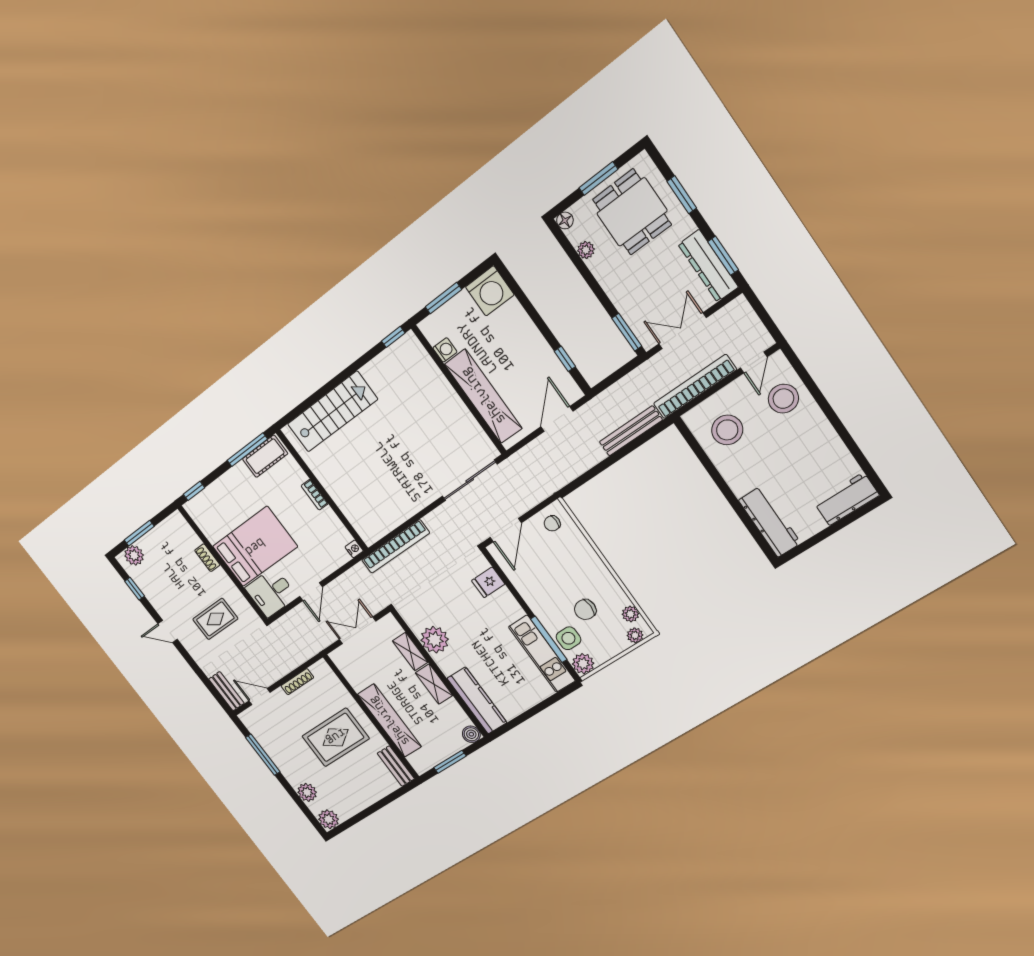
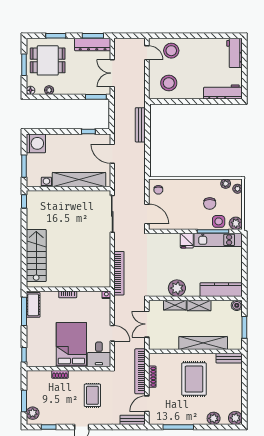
bookcase: (695, 387) -> (140, 371), moved
fridge: (488, 582) -> (187, 241), moved

